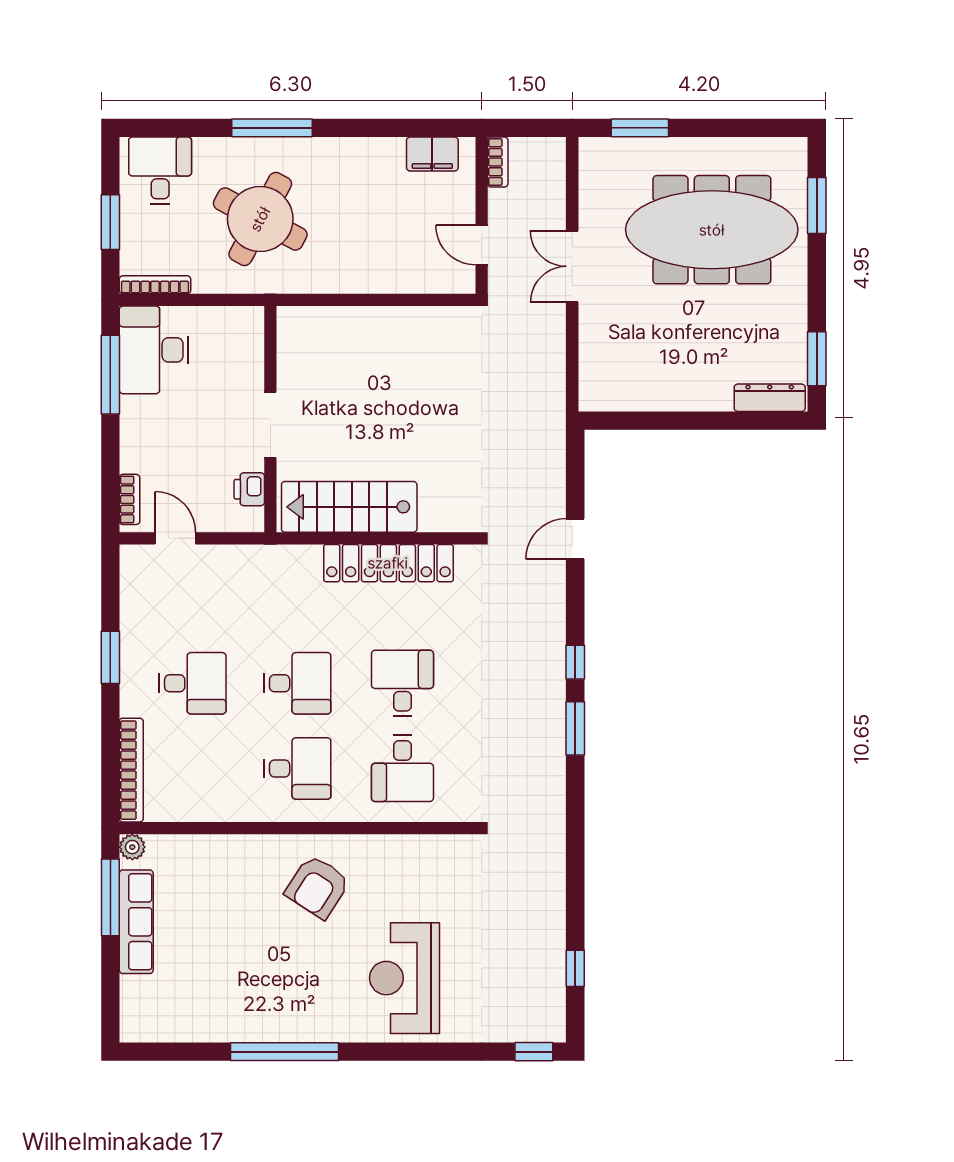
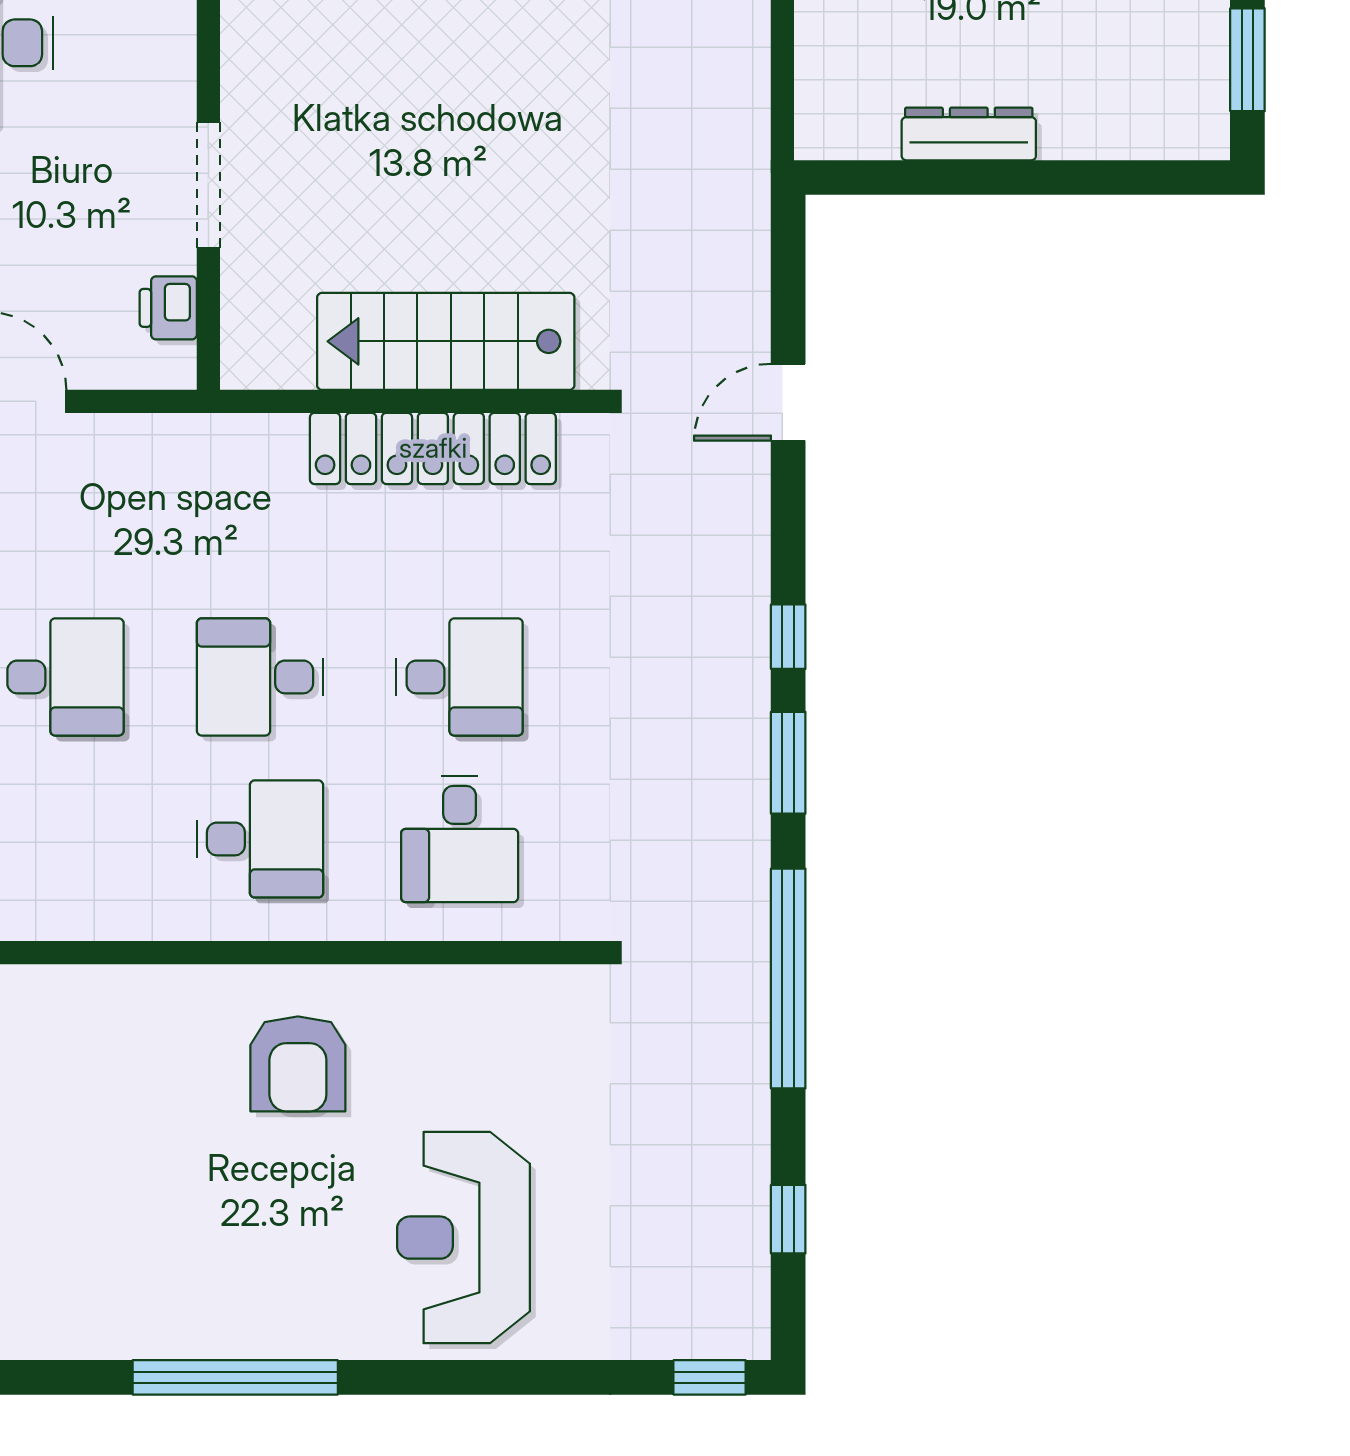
dresser: (770, 398) -> (969, 134), moved
stairs: (349, 507) -> (446, 341), moved
desk: (298, 683) -> (260, 677), turned 180
desk: (402, 683) -> (460, 677), turned 90
window: (575, 842) -> (788, 979), added
armchair: (317, 887) -> (298, 1064), turned -33

